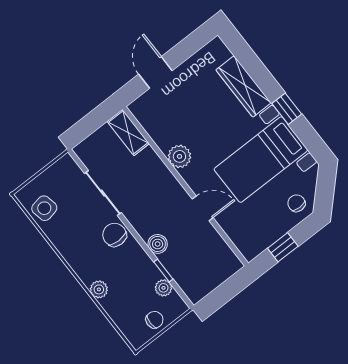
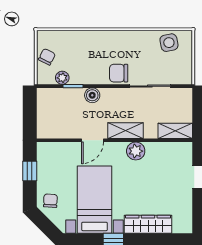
shelving: (167, 183) -> (126, 131), added
chair: (296, 203) -> (50, 201), turned -87
chair: (115, 235) -> (119, 73), turned 180
plant: (99, 289) -> (92, 37), removed
chair: (154, 320) -> (47, 57), turned -153

